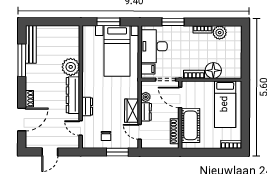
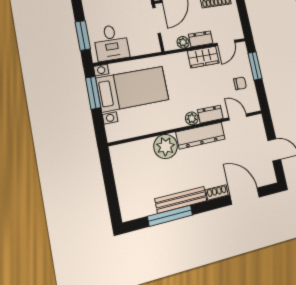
window: (108, 22) -> (93, 93), moved
window: (173, 22) -> (83, 35), moved
bench: (31, 44) -> (181, 200), moved
desk: (154, 46) -> (111, 43), width x0.73
filing cabinet: (148, 69) -> (148, 45), removed
plant: (87, 91) -> (192, 118), added
door: (81, 128) -> (238, 117), swing flipped

